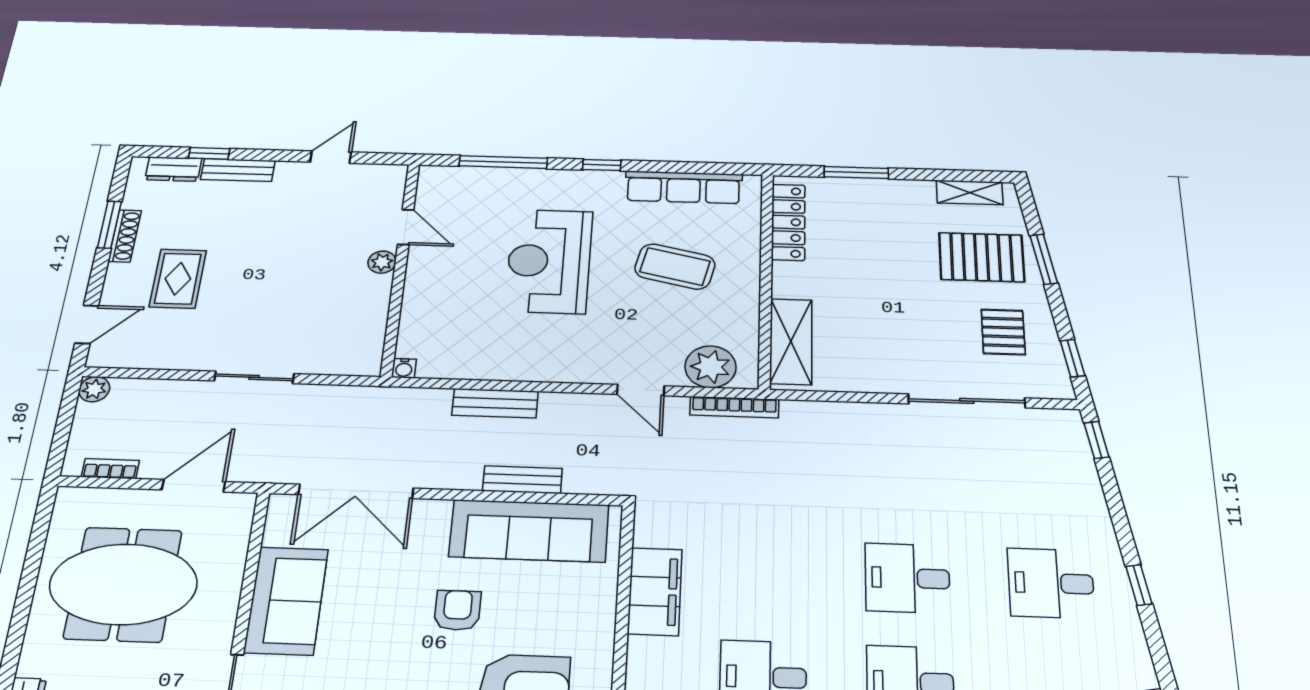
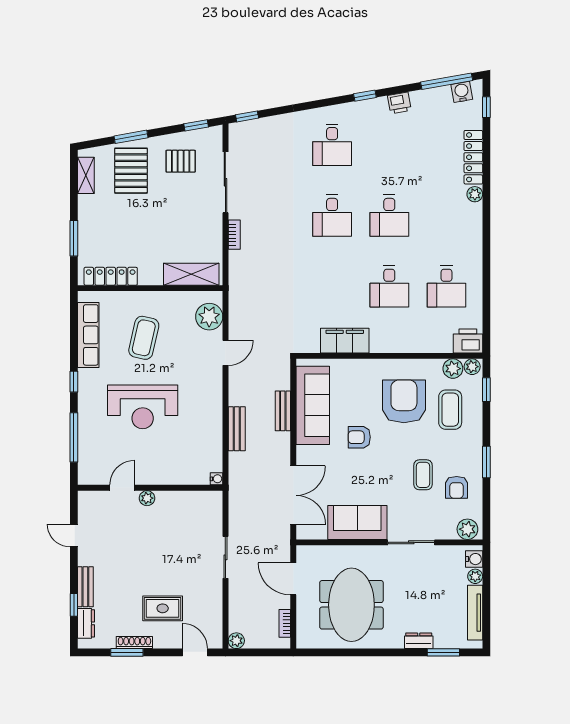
bookcase: (734, 407) -> (234, 235), moved, width x0.64
window: (1139, 585) -> (365, 96), moved

